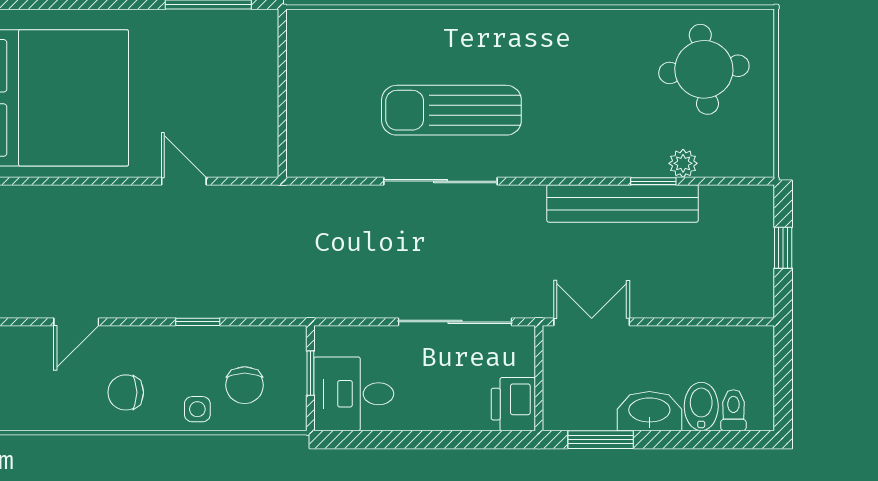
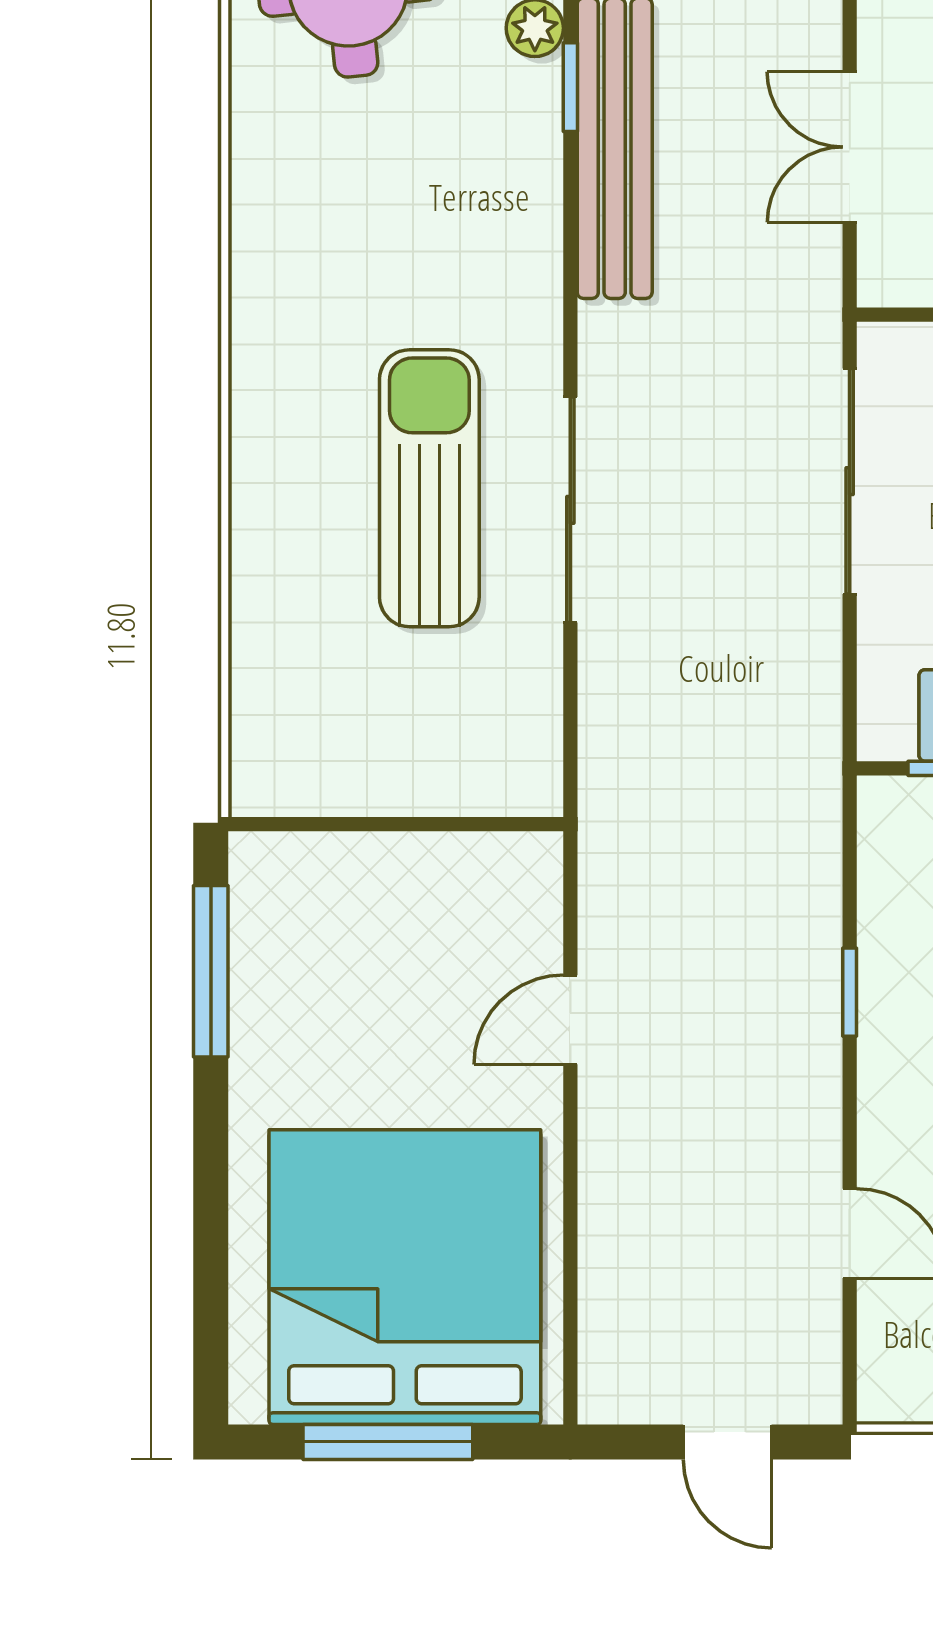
sun lounger: (451, 110) -> (429, 488), turned 180
double door: (592, 322) -> (850, 147), moved

